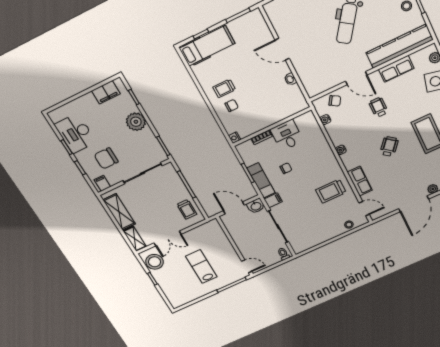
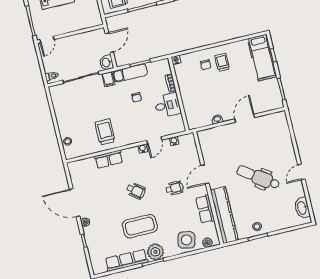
chair: (335, 101) -> (189, 152), removed
door: (364, 209) -> (154, 140), moved

